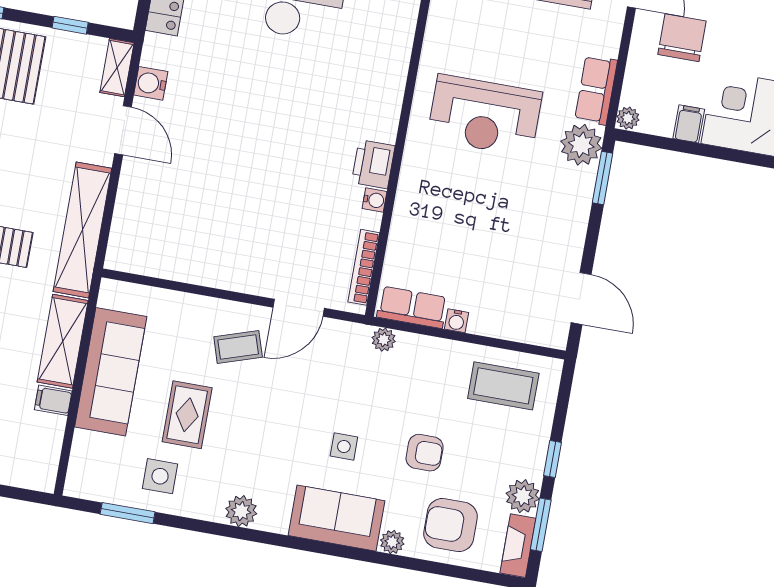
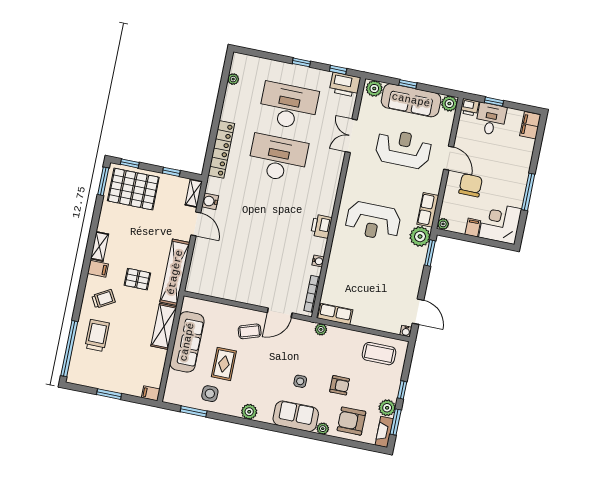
printer: (373, 164) -> (321, 226), moved
water cooler: (457, 321) -> (406, 331), moved
filing cabinet: (53, 400) -> (151, 393), moved

